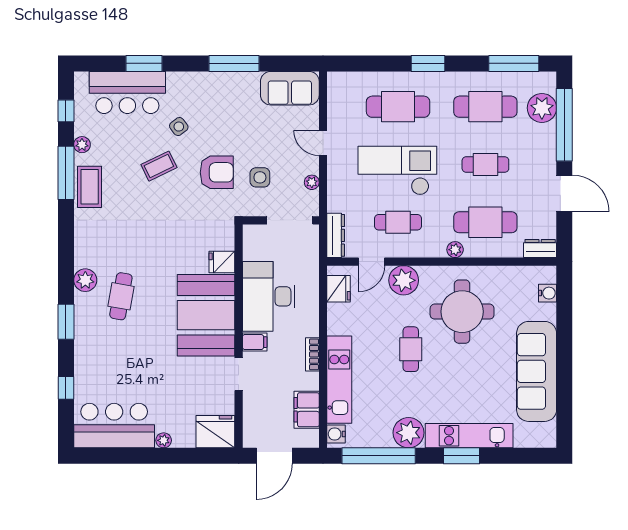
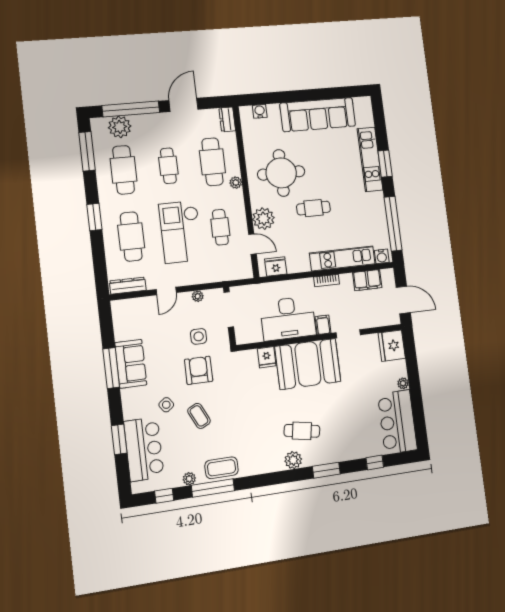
sofa: (290, 88) -> (131, 364), moved
dresser: (336, 235) -> (128, 286), moved
plant: (409, 433) -> (374, 204), removed

